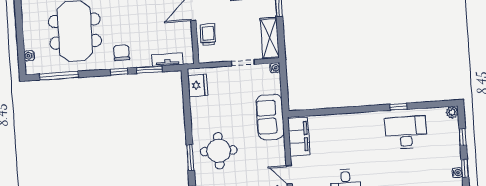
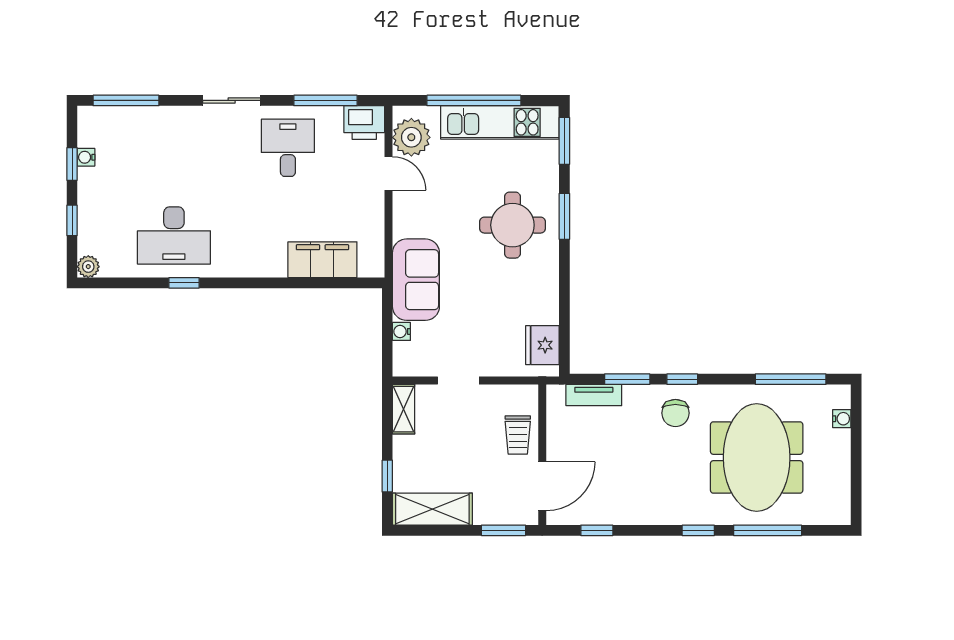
shelving: (270, 38) -> (404, 409), width x0.67, depth x0.75
water cooler: (275, 68) -> (401, 331), moved
filing cabinet: (299, 137) -> (322, 260), moved, turned 90

